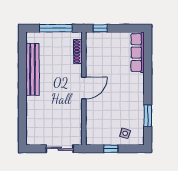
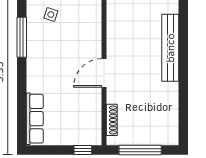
bench: (32, 69) -> (170, 48), moved
window: (148, 116) -> (22, 37), width x1.44

